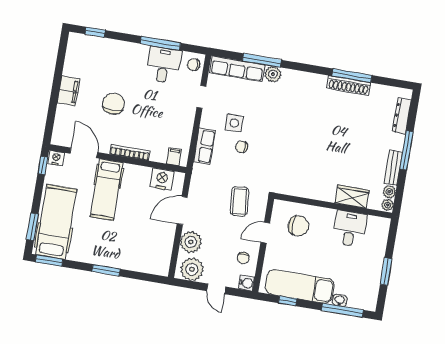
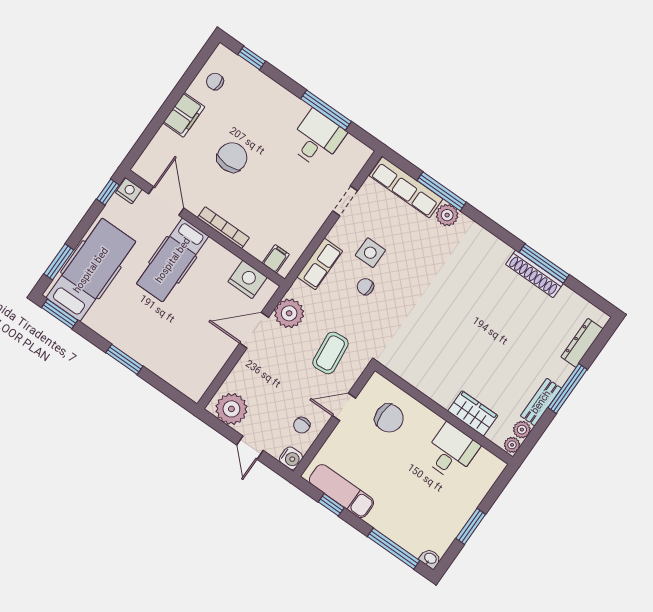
chair: (194, 65) -> (215, 81), moved
plant: (191, 242) -> (289, 313), moved
exam couch: (300, 286) -> (341, 491), width x0.73, depth x0.69
washbasin: (340, 300) -> (430, 559), moved

